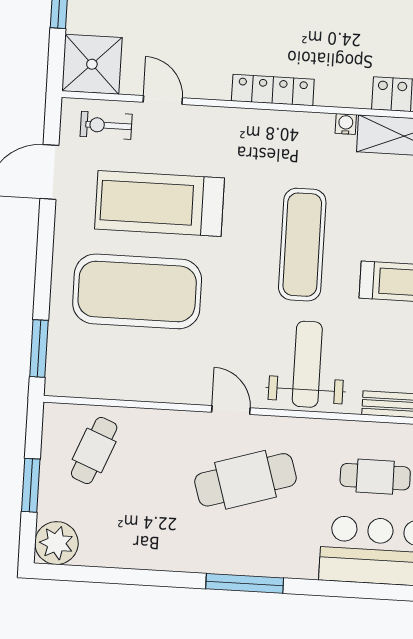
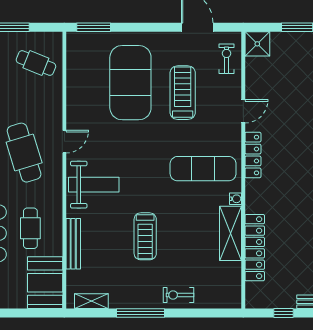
shower: (92, 64) -> (257, 44), width x0.73, depth x0.73
door: (163, 100) -> (243, 111), moved
treadmill: (159, 203) -> (183, 93), width x0.73, depth x0.73
exercise mat: (302, 245) -> (203, 169), moved

